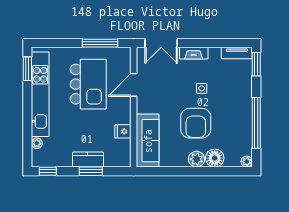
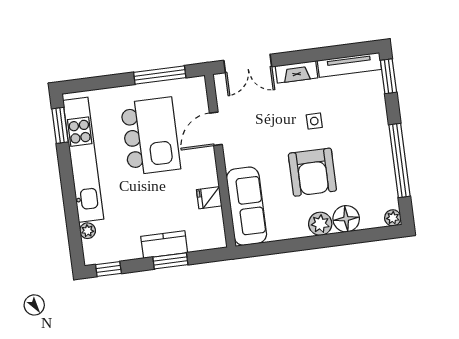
tv unit: (237, 53) -> (349, 65), width x1.41

